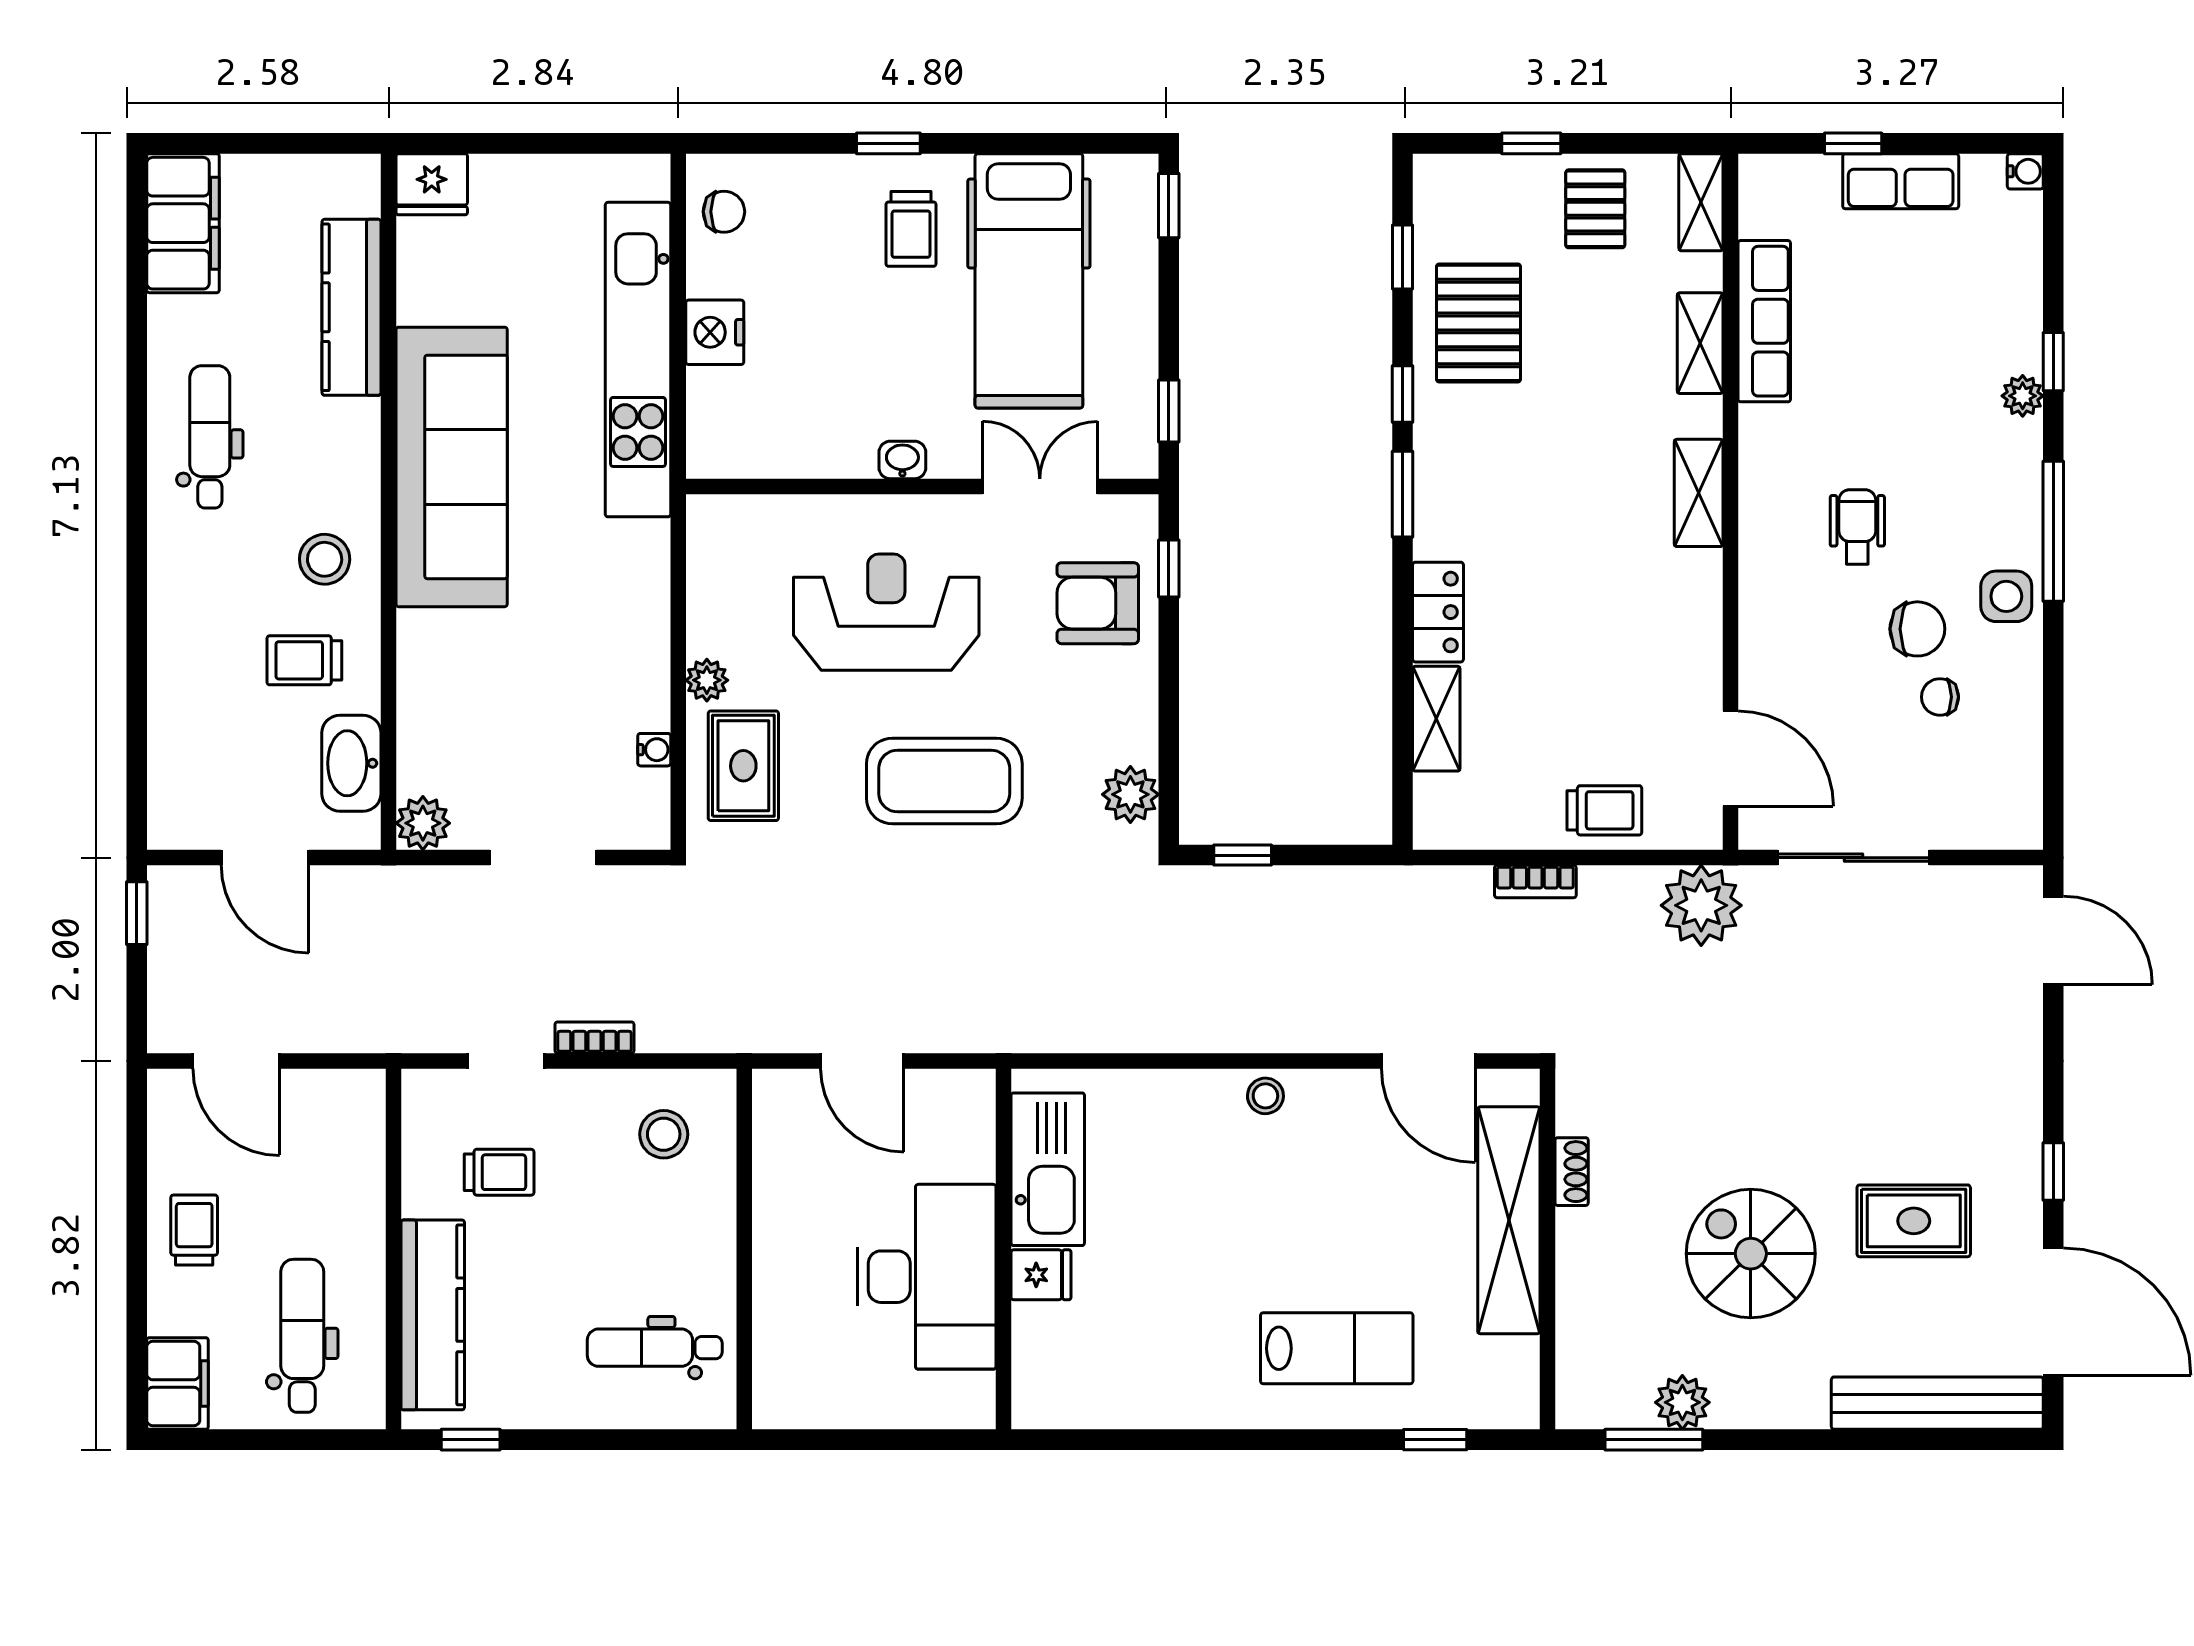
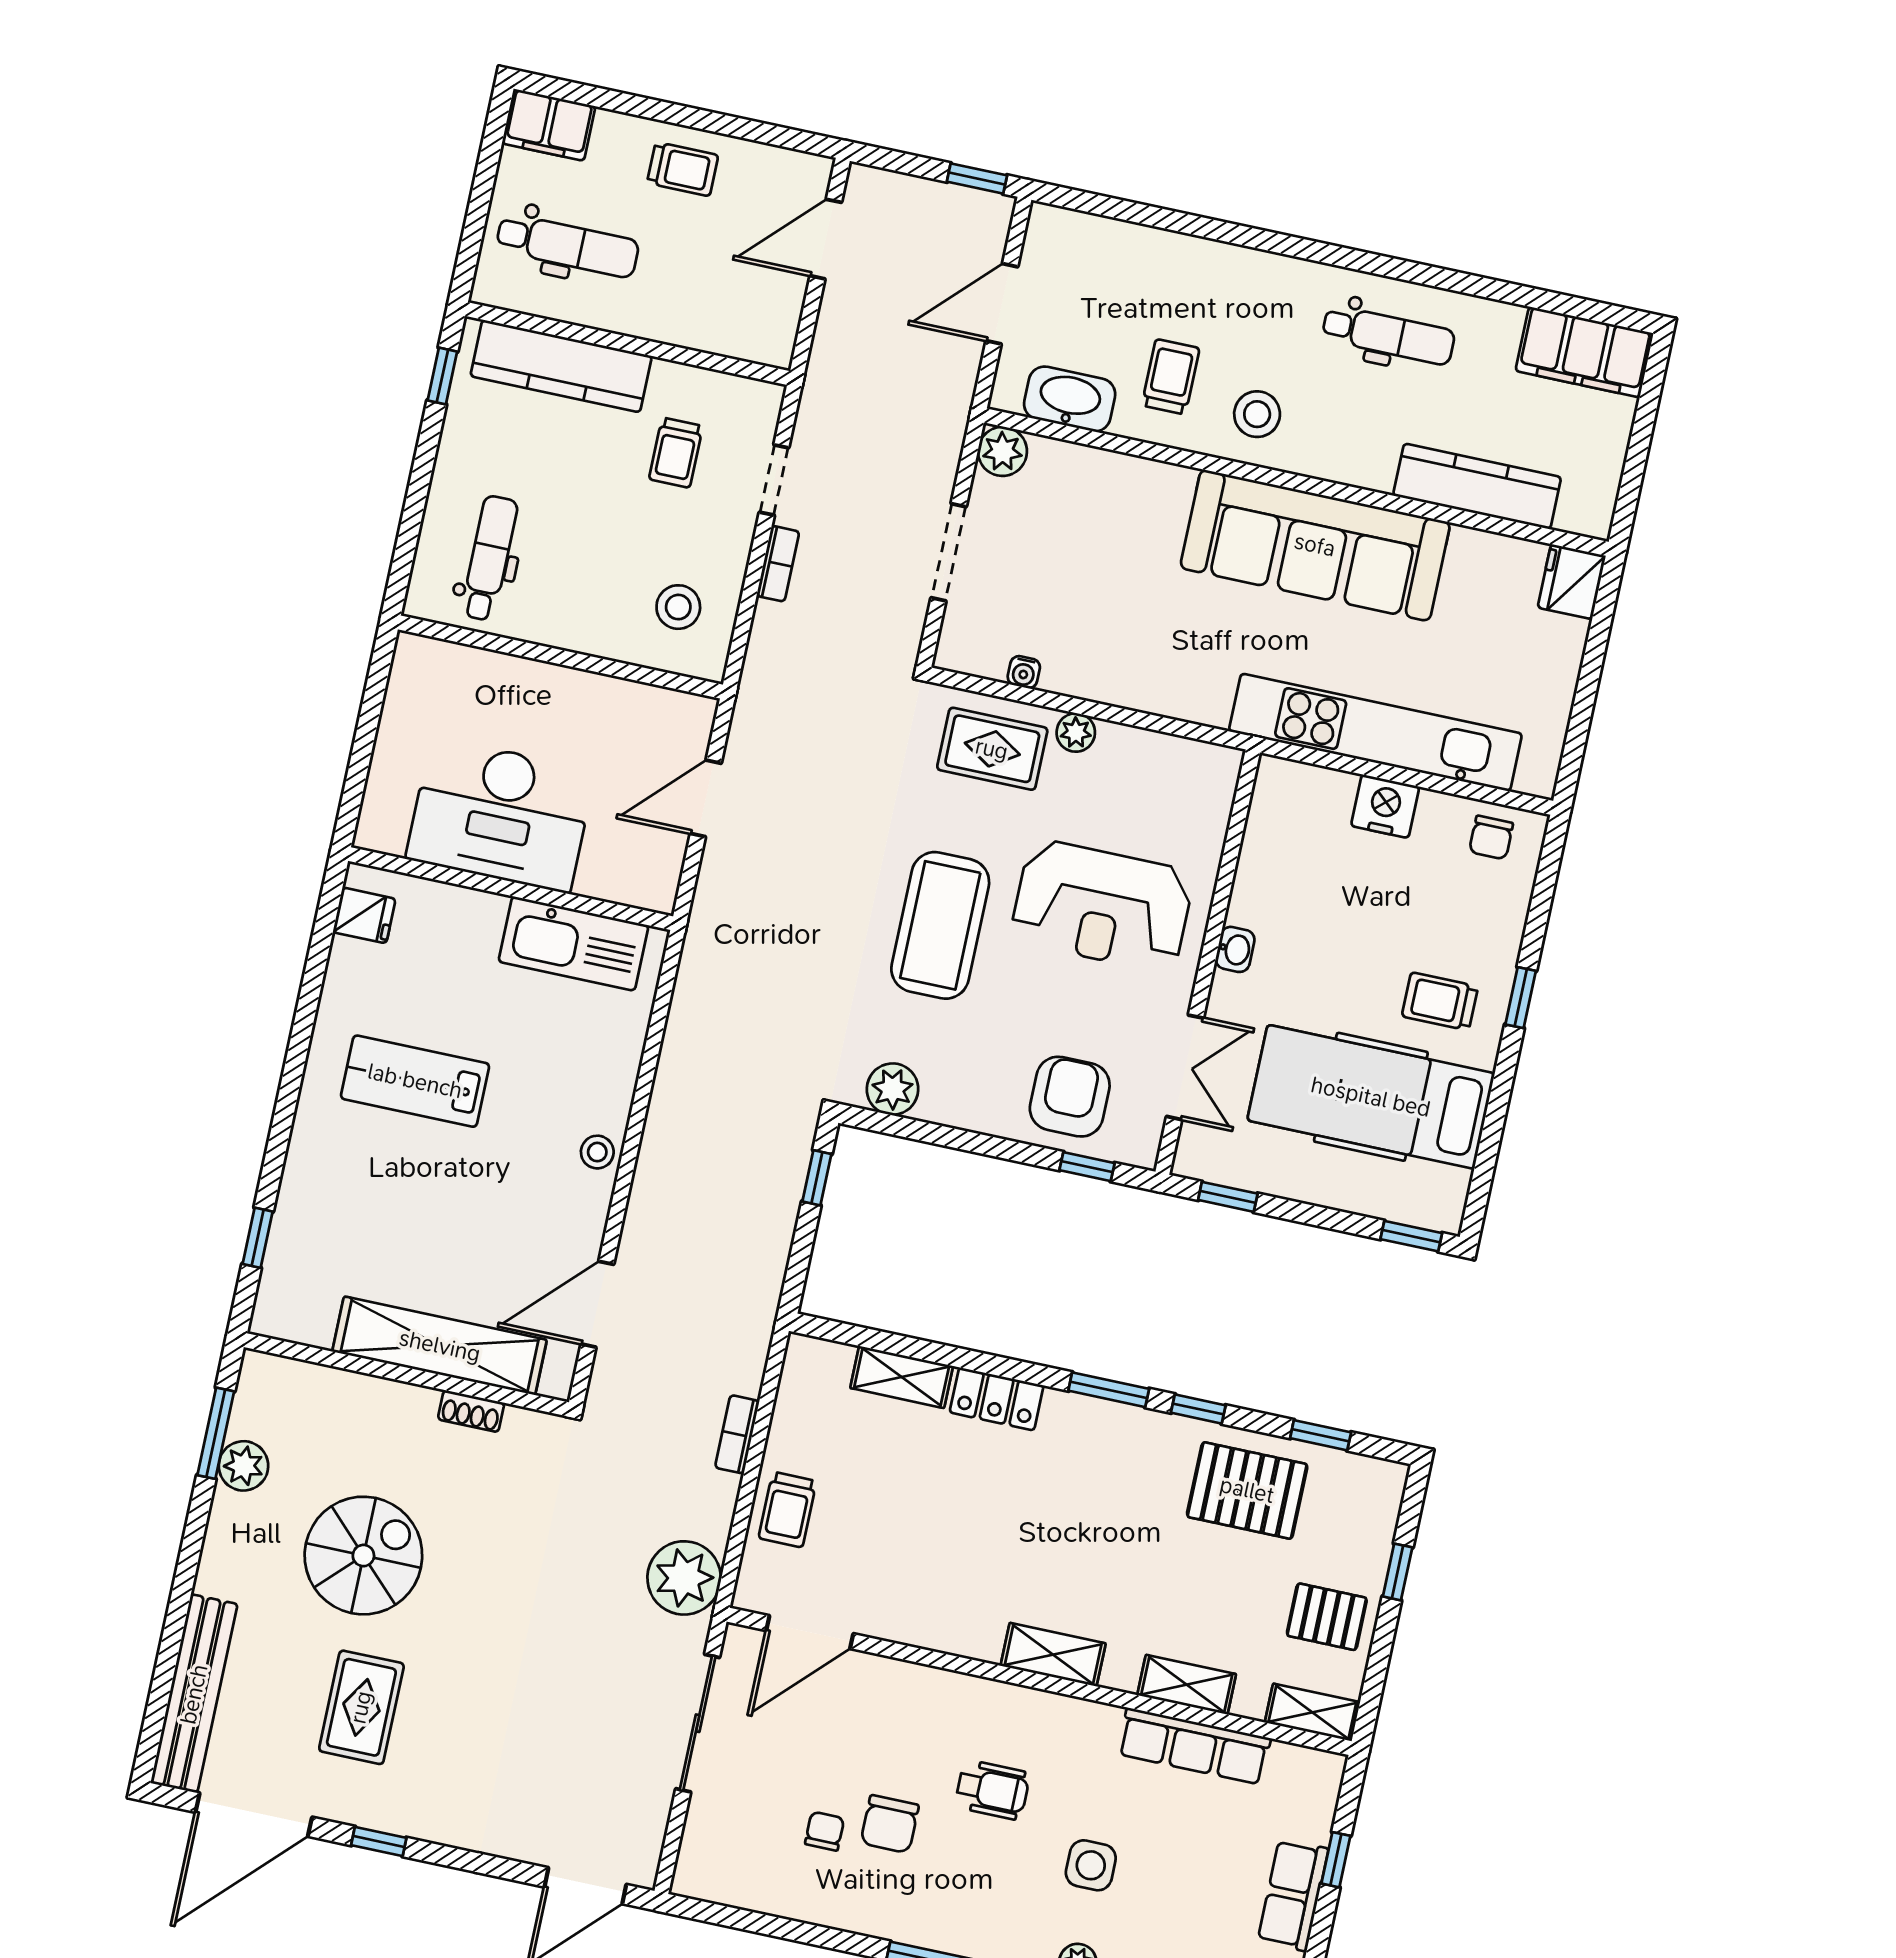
side table: (2006, 596) -> (1091, 1865), moved
reception desk: (886, 612) -> (1102, 906), turned 90
fridge: (1041, 1275) -> (364, 915), moved, turned -90
lab bench: (1337, 1348) -> (415, 1081), moved, turned 90

